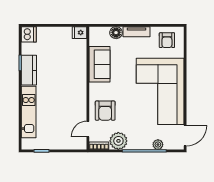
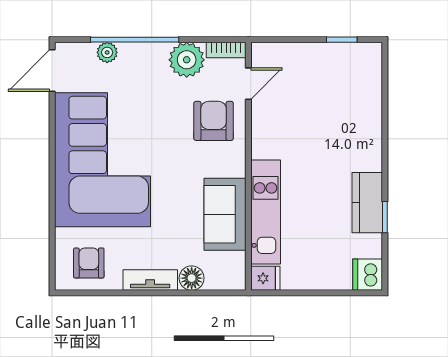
kitchen unit: (29, 112) -> (266, 212), moved, turned 180

